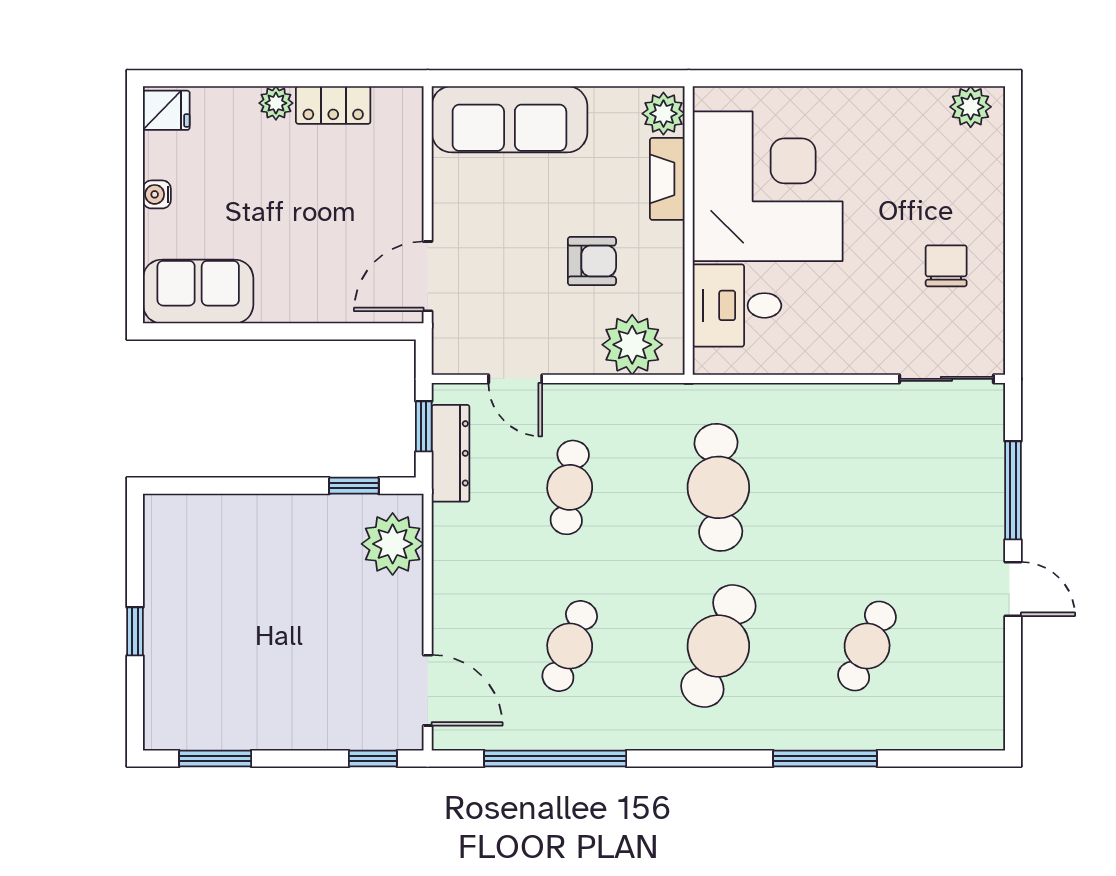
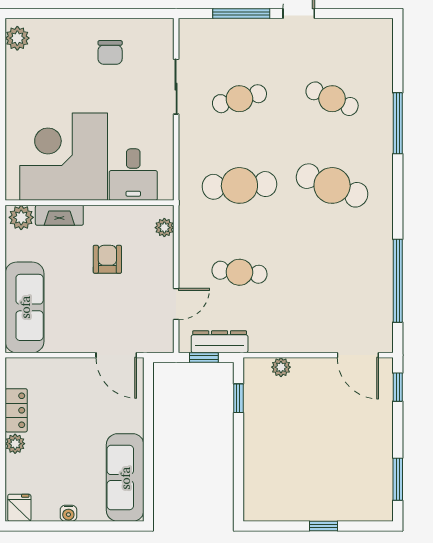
chair: (946, 266) -> (110, 52), turned -90
sofa: (198, 291) -> (125, 478), width x1.36
plant: (632, 345) -> (164, 228), width x0.53, depth x0.53
sliding door: (946, 379) -> (176, 87), moved
plant: (393, 544) -> (281, 367), width x0.53, depth x0.53
cafe table: (570, 646) -> (239, 99), moved, turned -36
door: (428, 690) -> (358, 355), swing flipped

